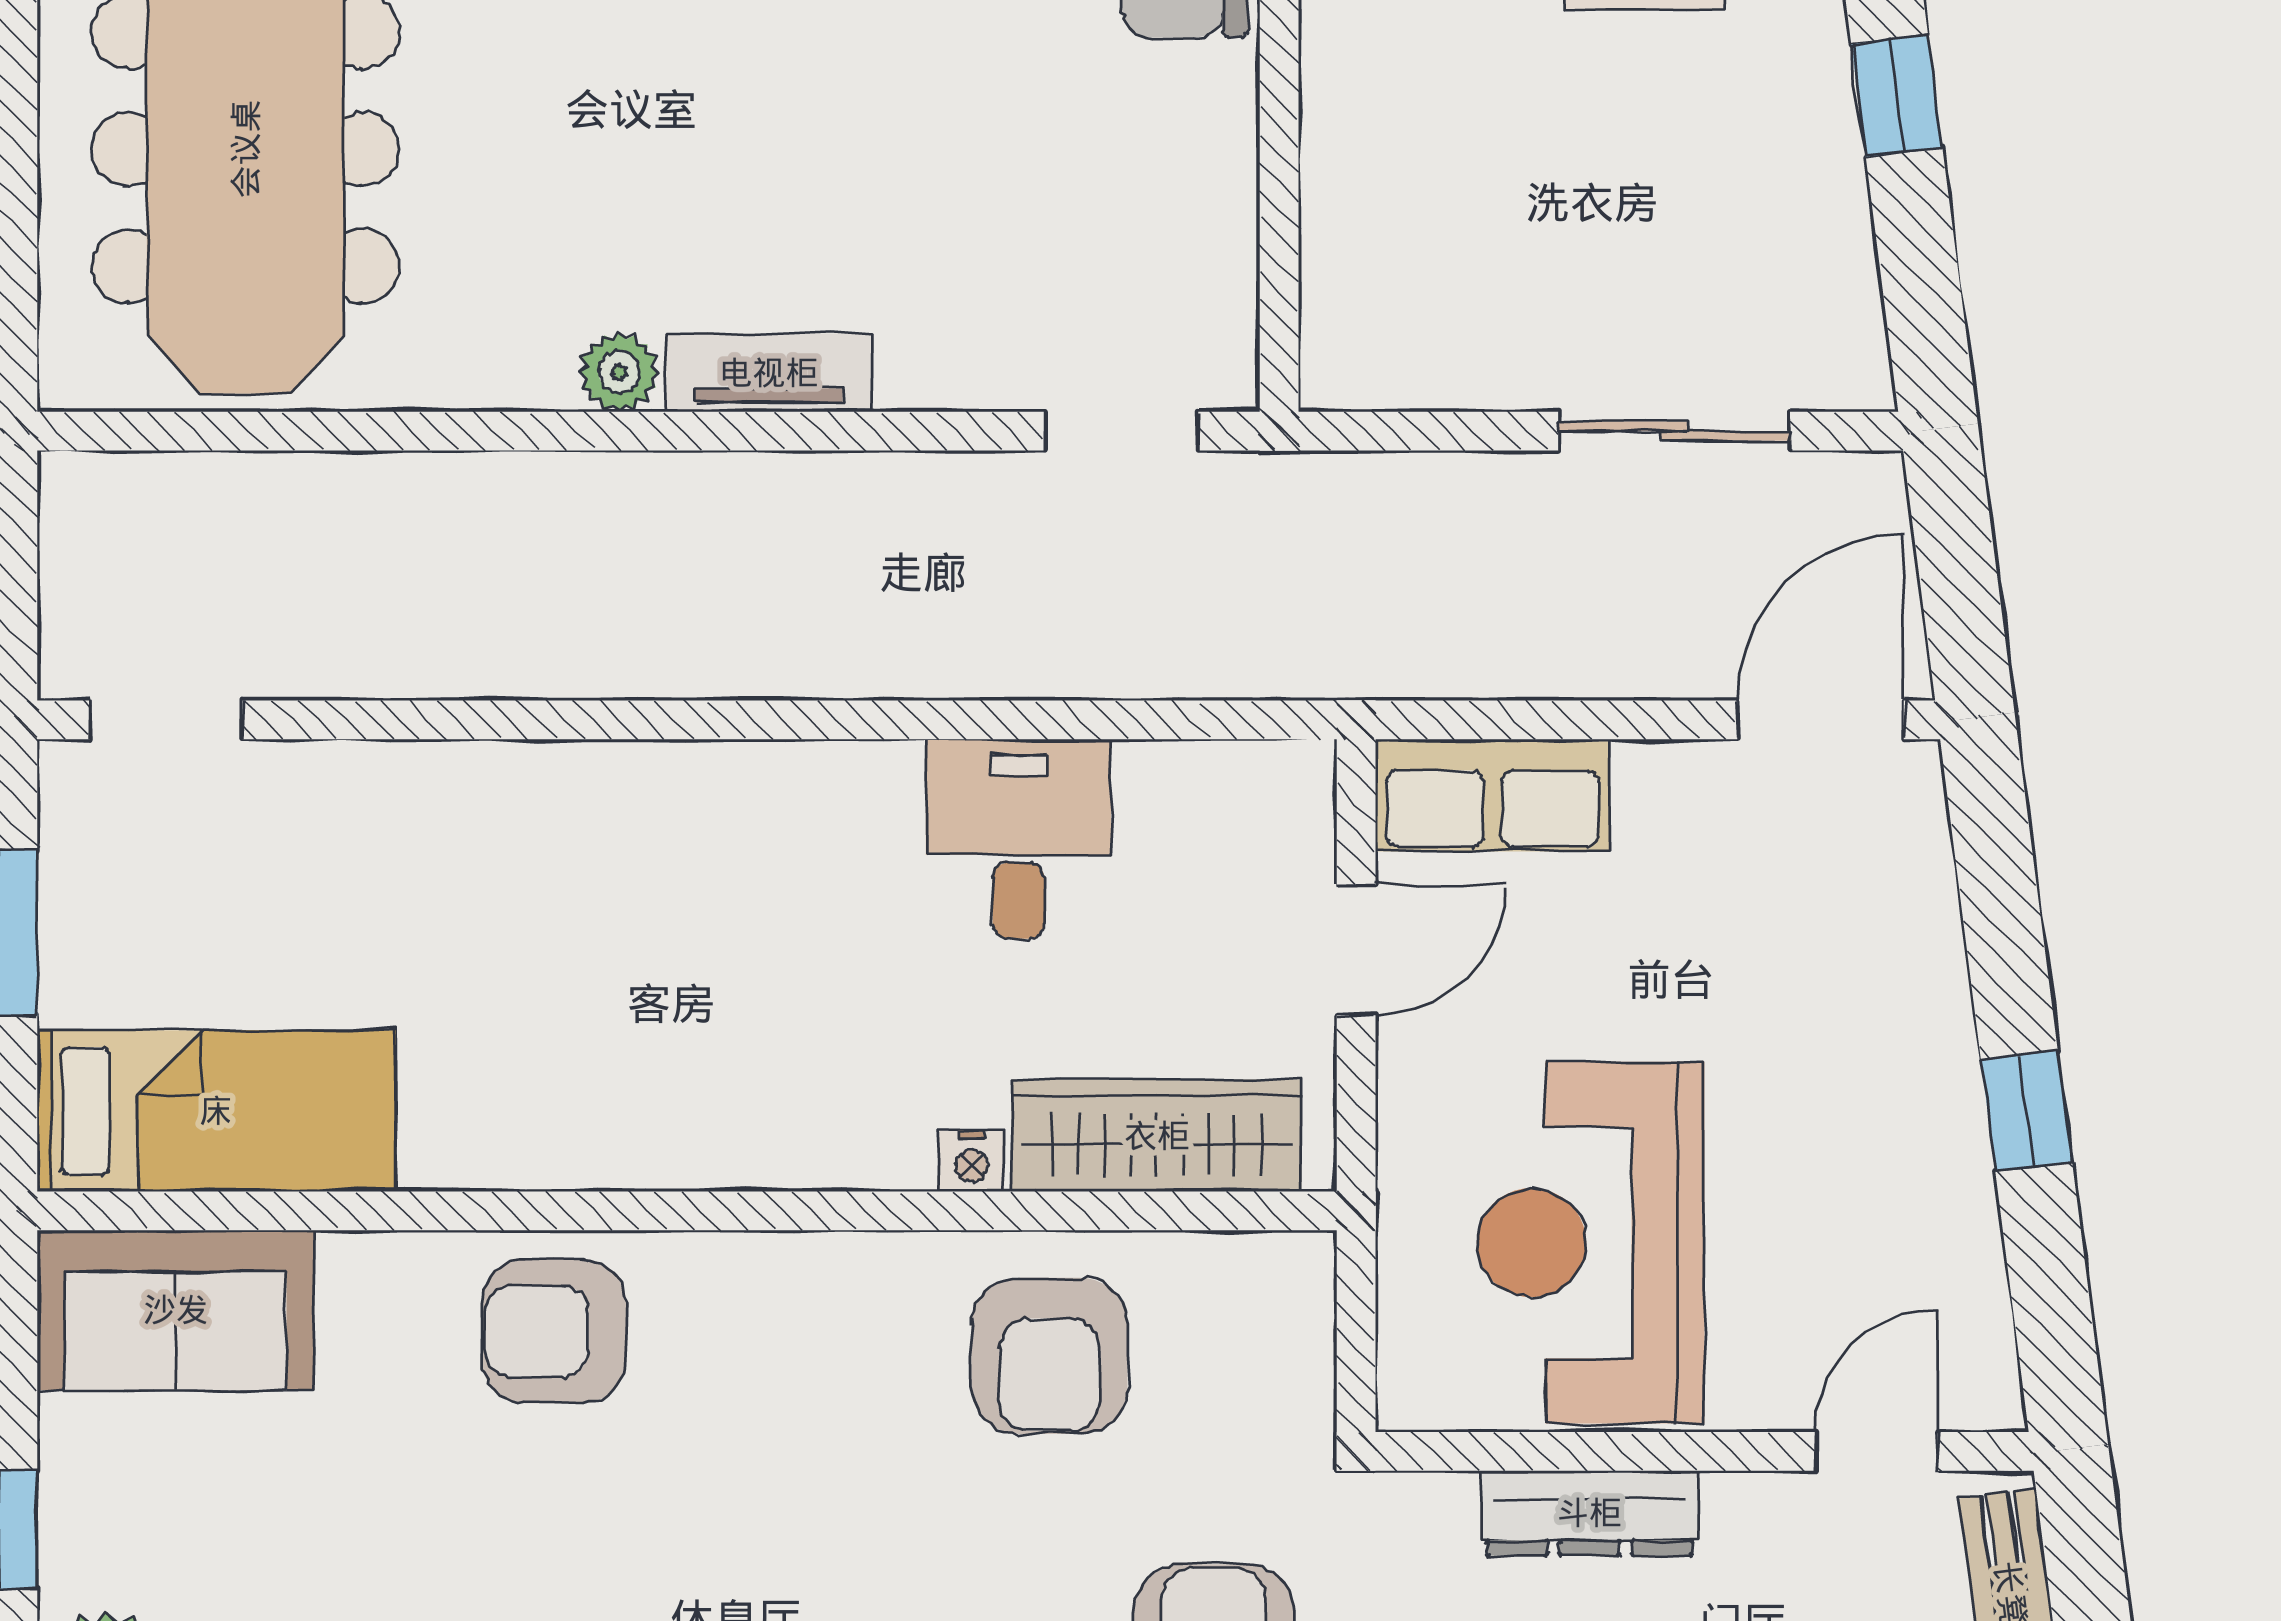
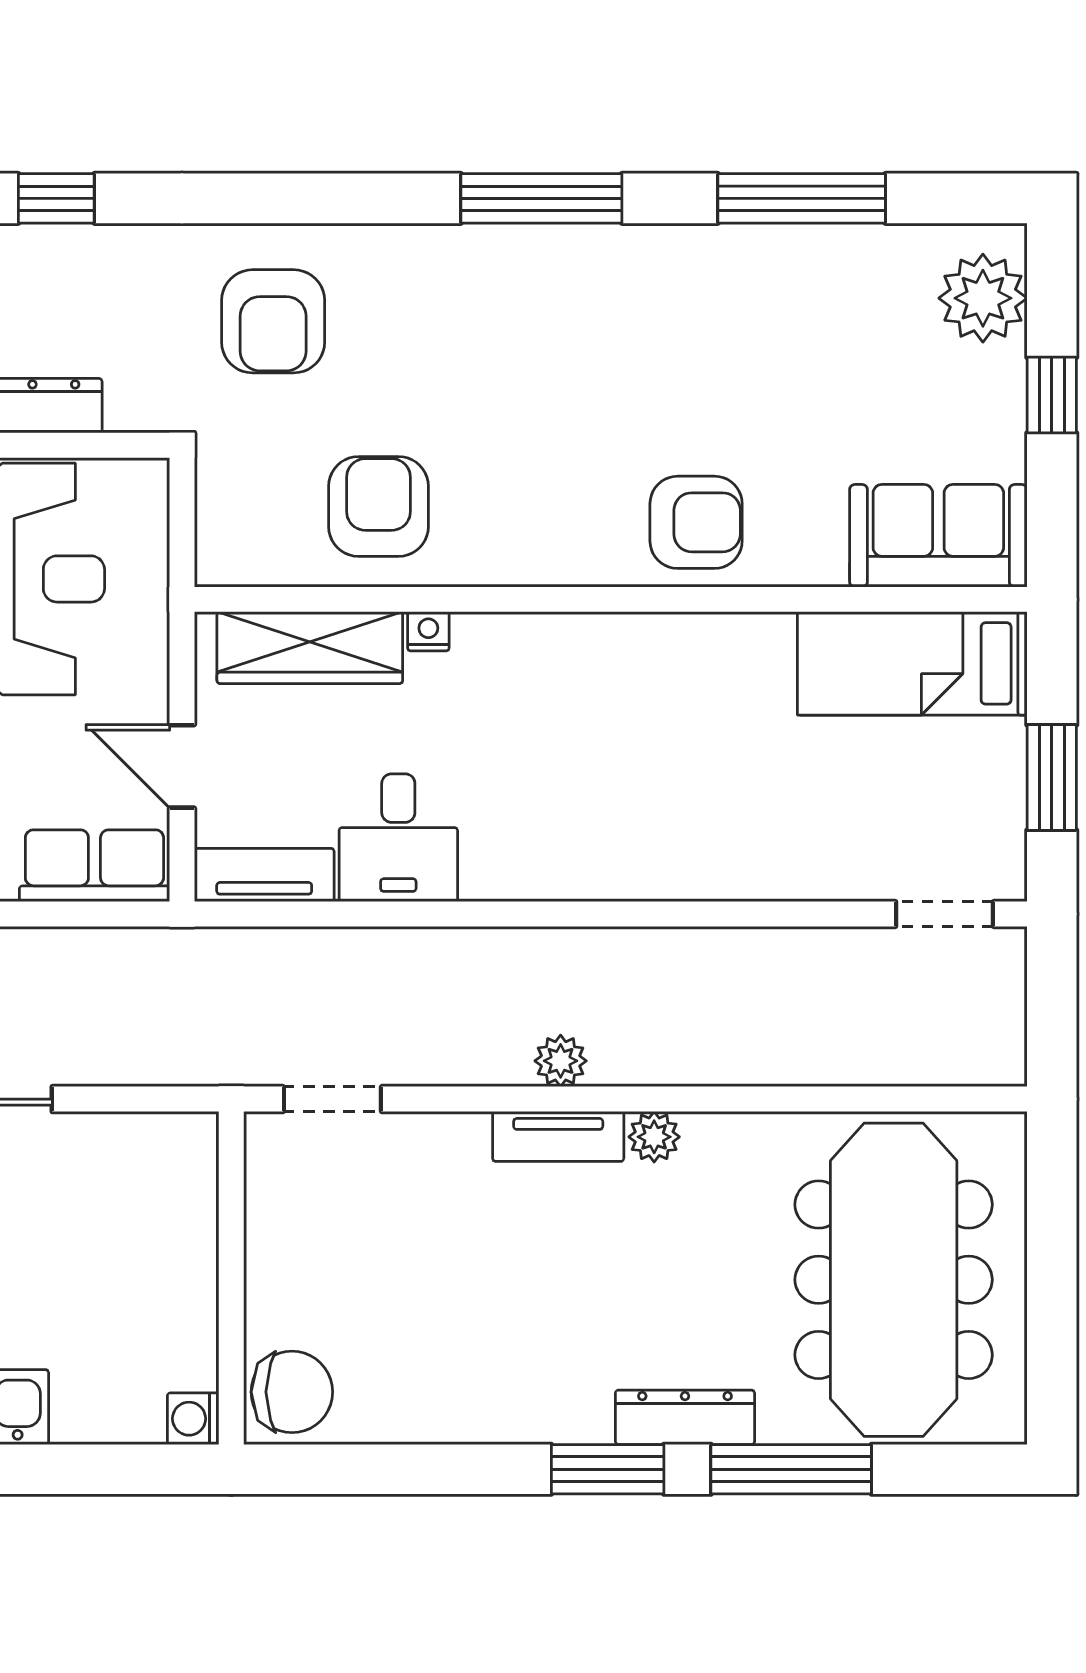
plant: (765, 491) -> (561, 1061), added
tv unit: (1228, 781) -> (264, 875), added
door: (1356, 950) -> (182, 766), hinge flipped

